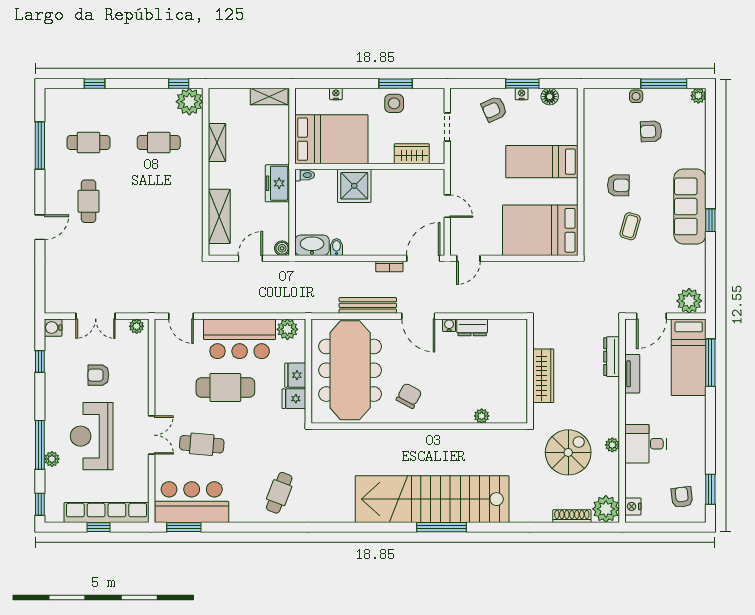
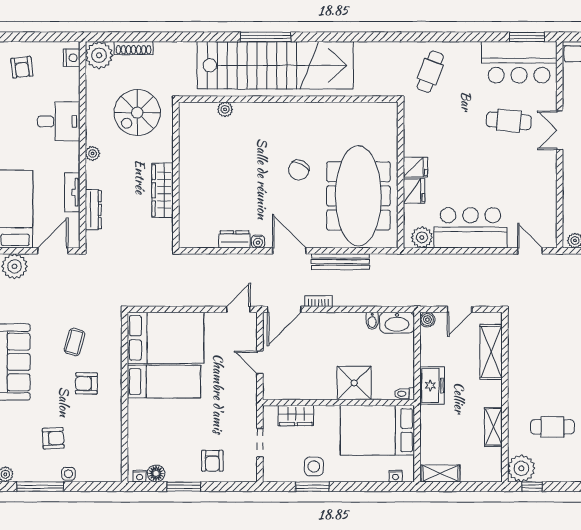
nightstand: (336, 94) -> (396, 476), moved
nightstand: (522, 94) -> (140, 476), moved
armchair: (494, 109) -> (212, 461), turned 114
bed: (542, 162) -> (164, 382), moved
cafe table: (225, 387) -> (485, 178), removed
plant: (482, 416) -> (225, 109), moved
wall: (419, 426) -> (288, 99), moved
plant: (612, 445) -> (93, 153), moved

